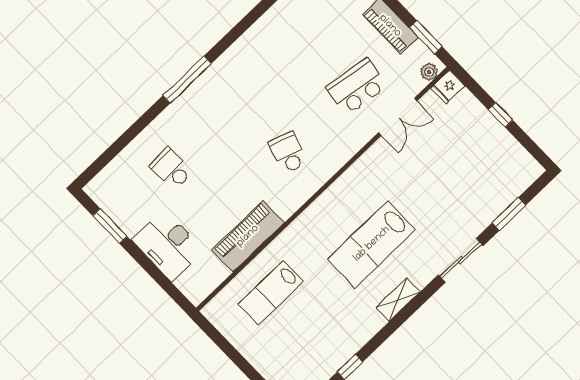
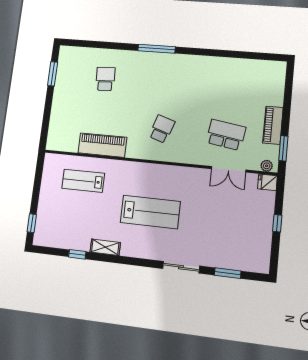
lab bench: (372, 244) -> (150, 212), turned 180
desk: (168, 245) -> (66, 109), removed
shelving: (398, 300) -> (105, 247), moved

